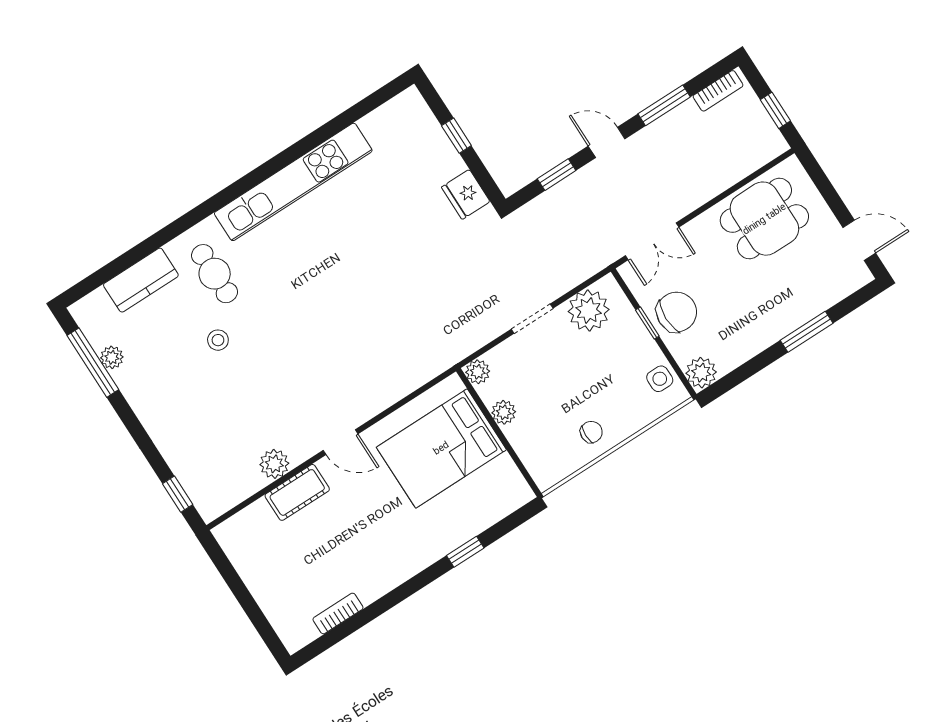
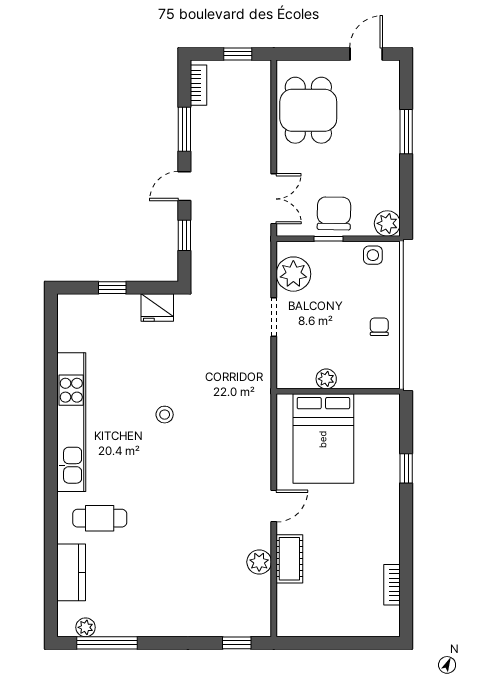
stool: (218, 340) -> (165, 415), moved
plant: (112, 357) -> (86, 627), moved
plant: (478, 372) -> (286, 379), removed

